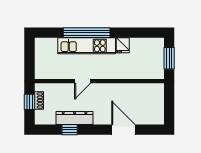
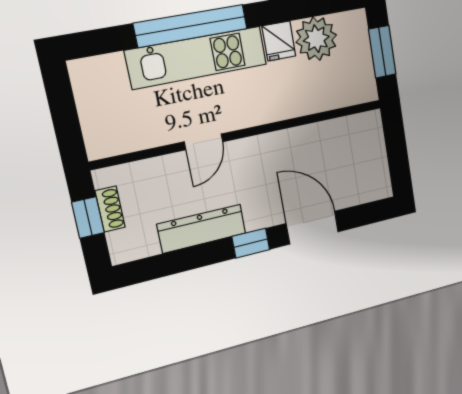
plant: (140, 47) -> (316, 39), added
window: (70, 130) -> (251, 243), moved

